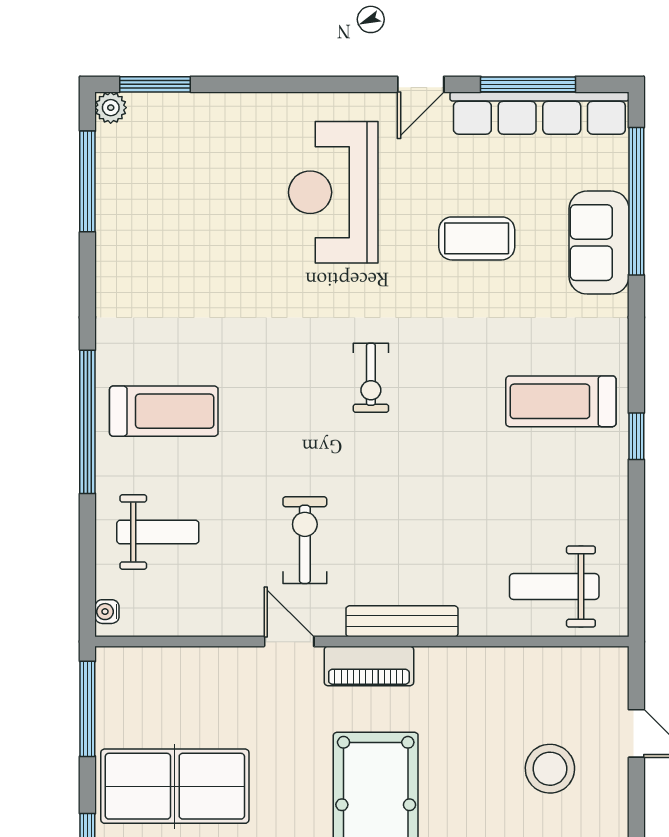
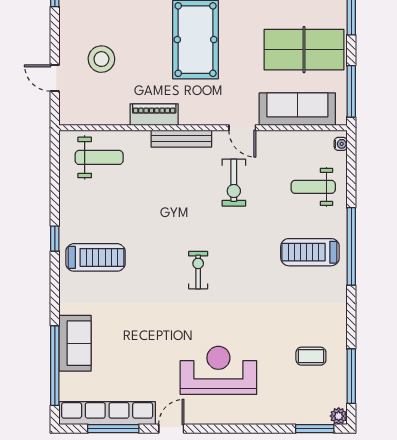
reception desk: (333, 192) -> (218, 370), turned -90
coffee table: (477, 238) -> (311, 356), moved, width x0.73, depth x0.77
piano: (369, 666) -> (154, 115), moved
sofa: (187, 676) -> (297, 109), added

